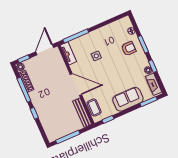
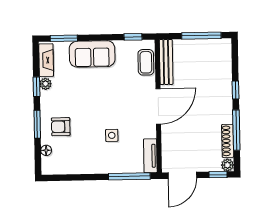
door: (76, 85) -> (158, 106), swing flipped

